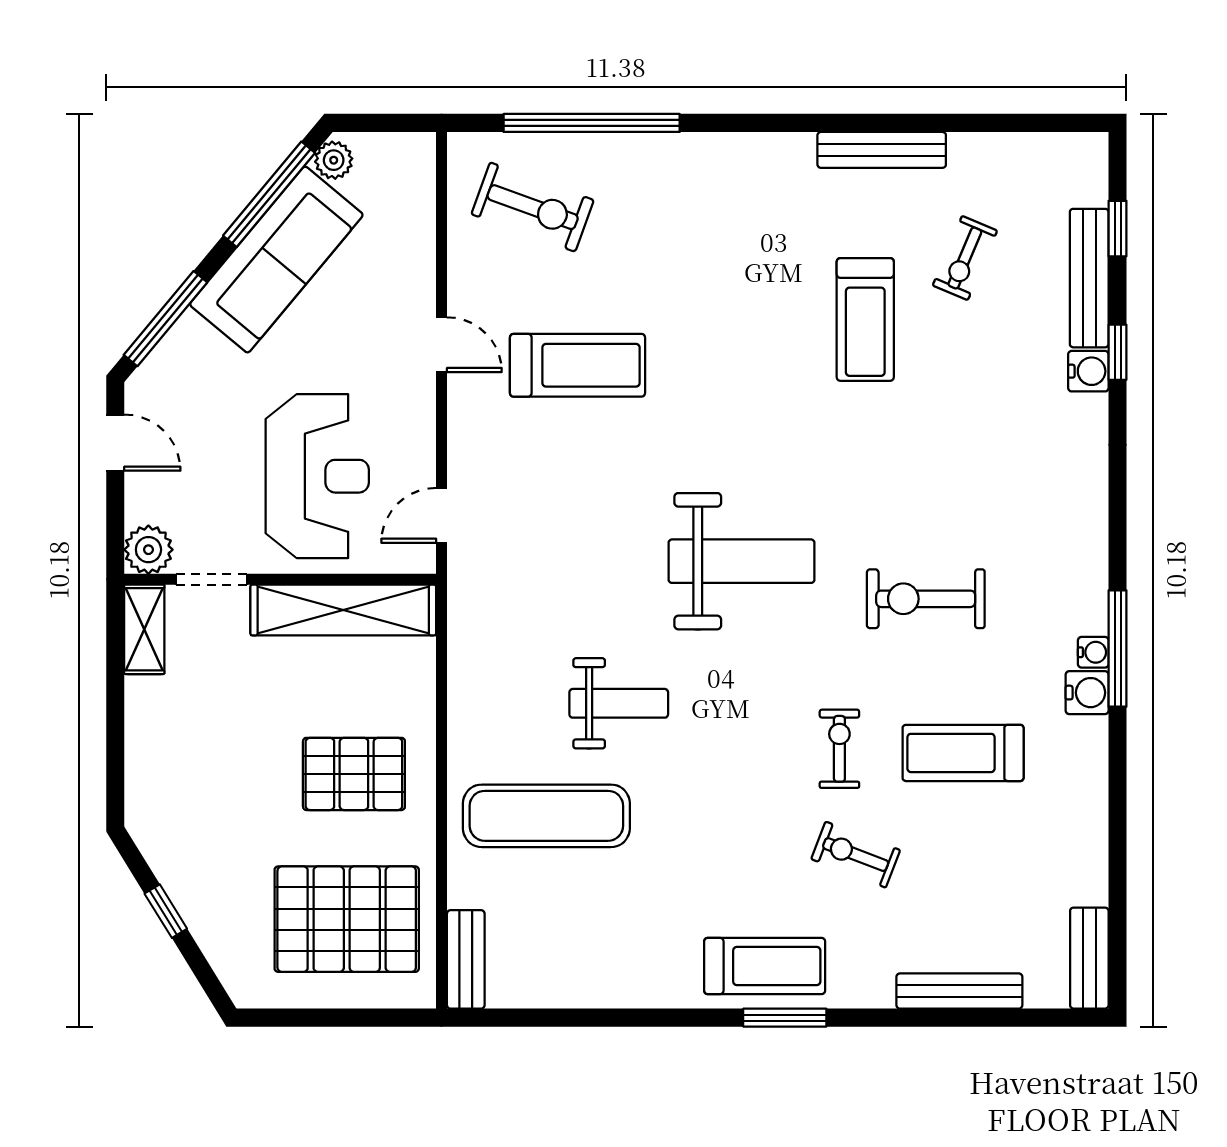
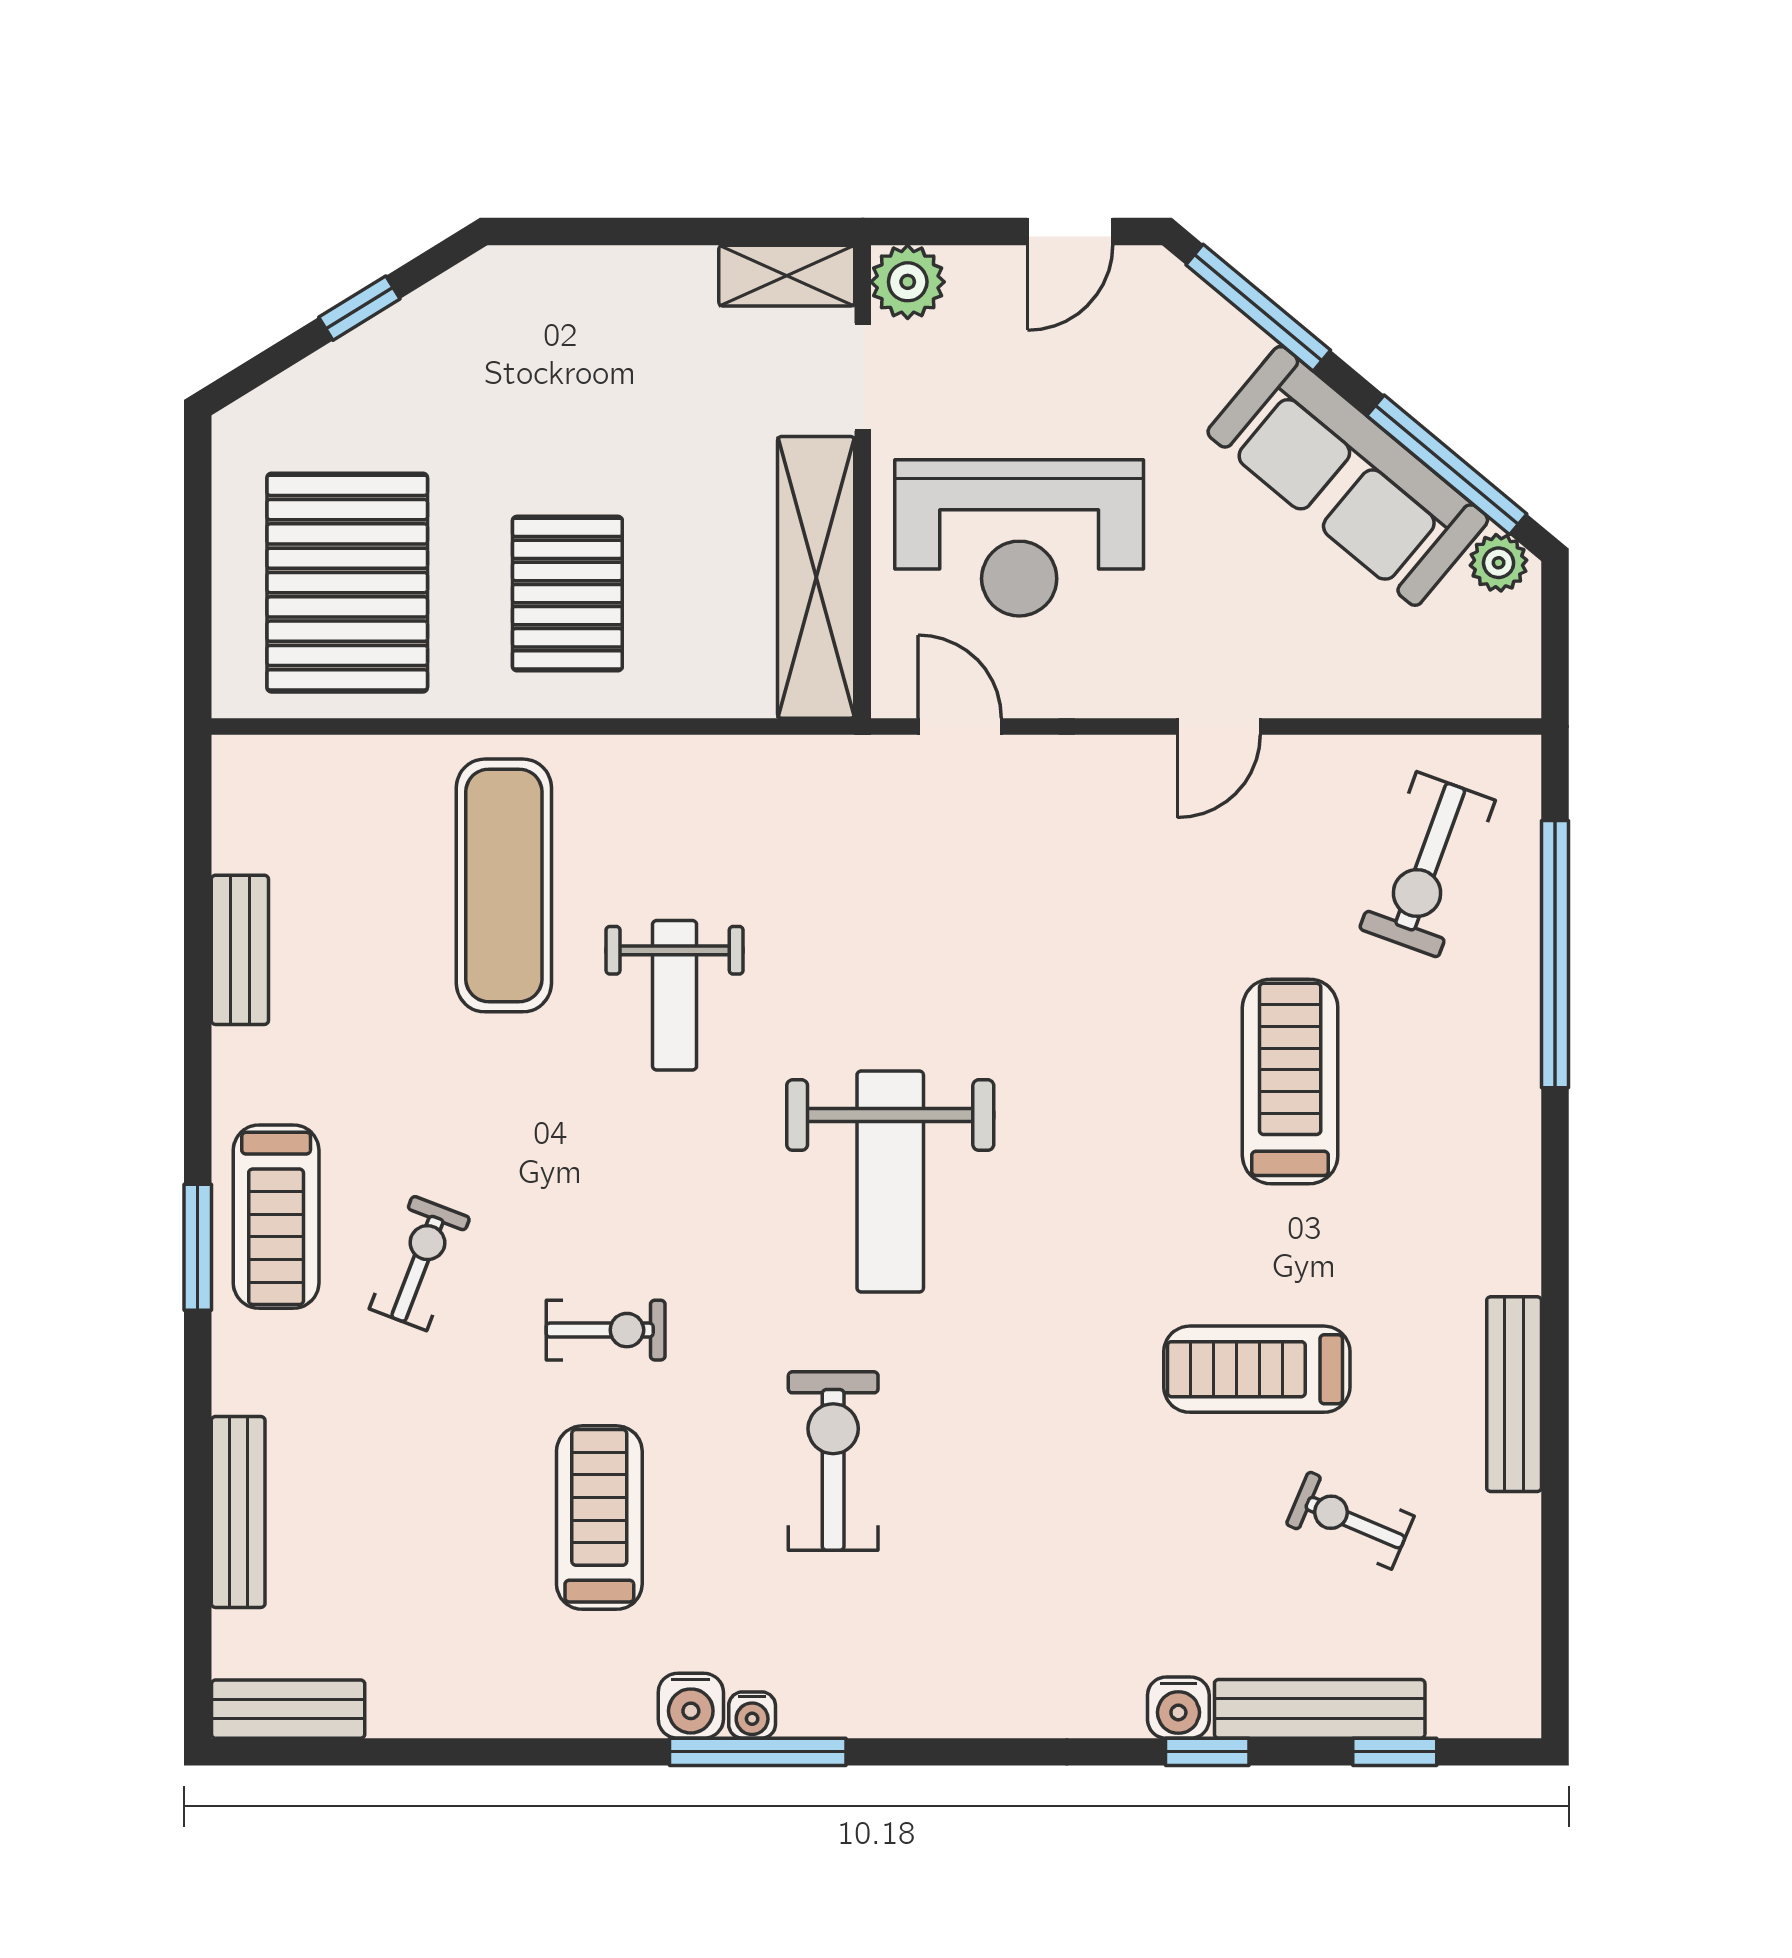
treadmill: (577, 365) -> (1290, 1081), moved, turned 180
exercise bike: (856, 855) -> (420, 1263), moved
bench: (466, 959) -> (240, 950), moved, turned 90

